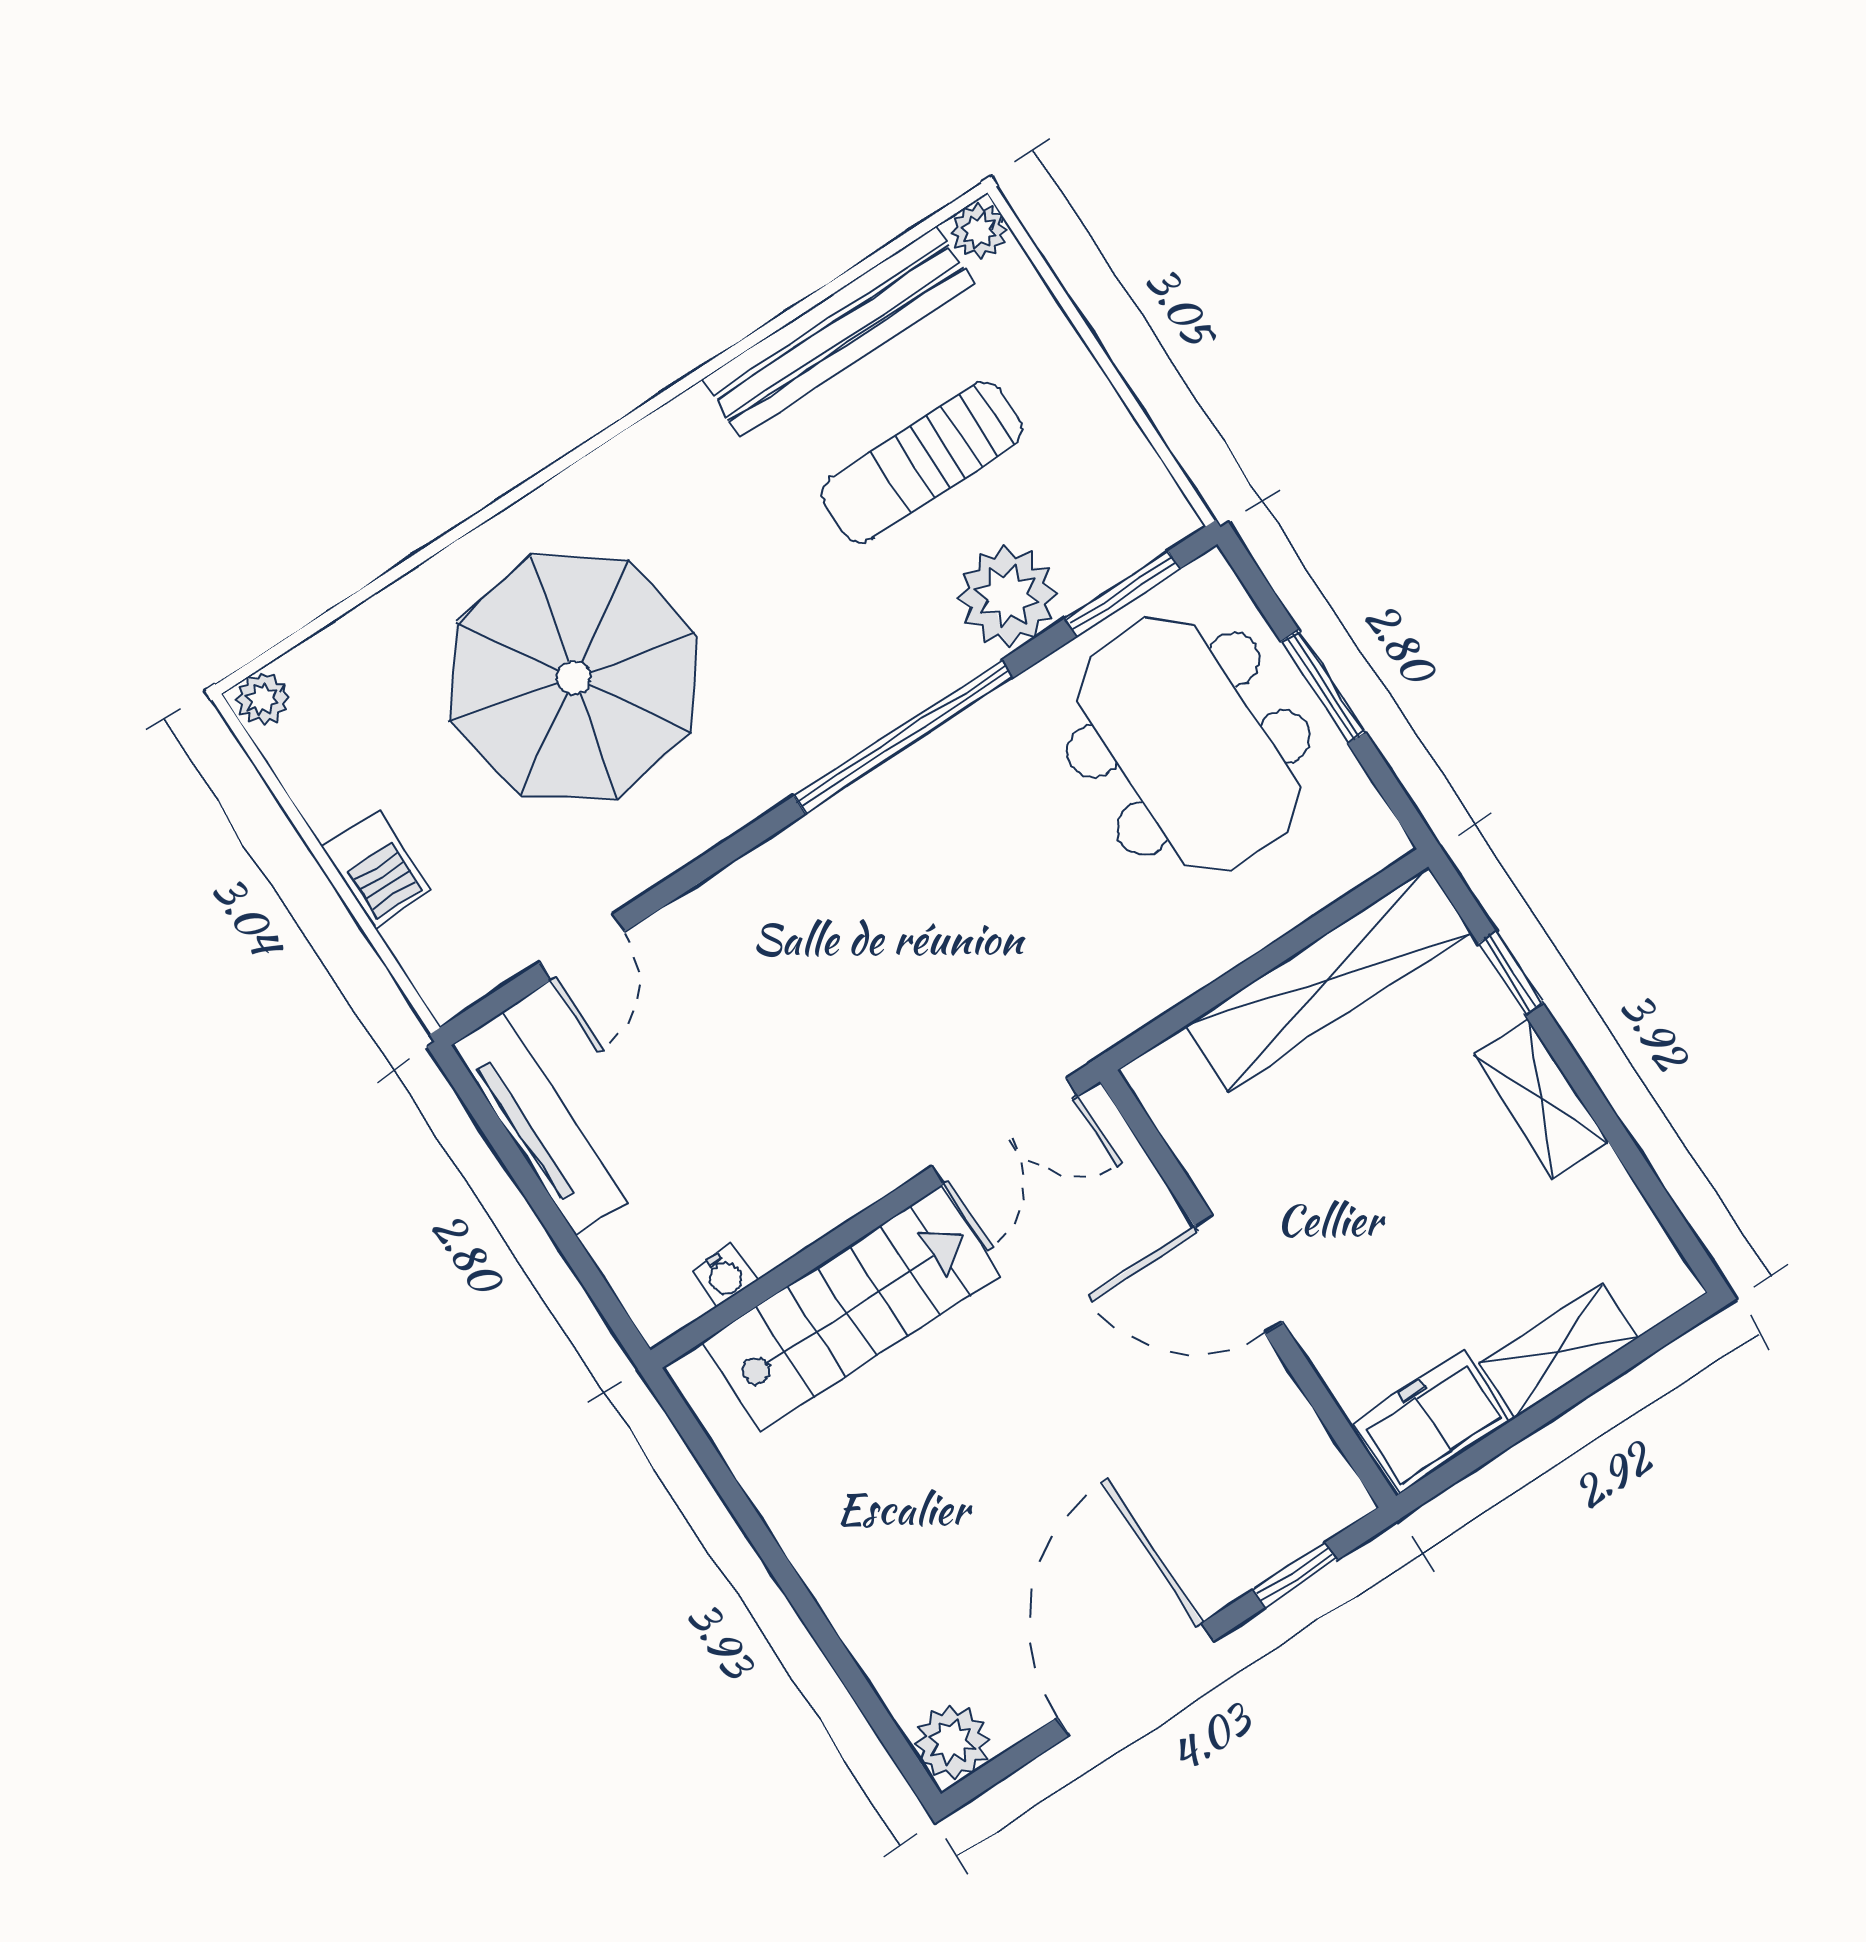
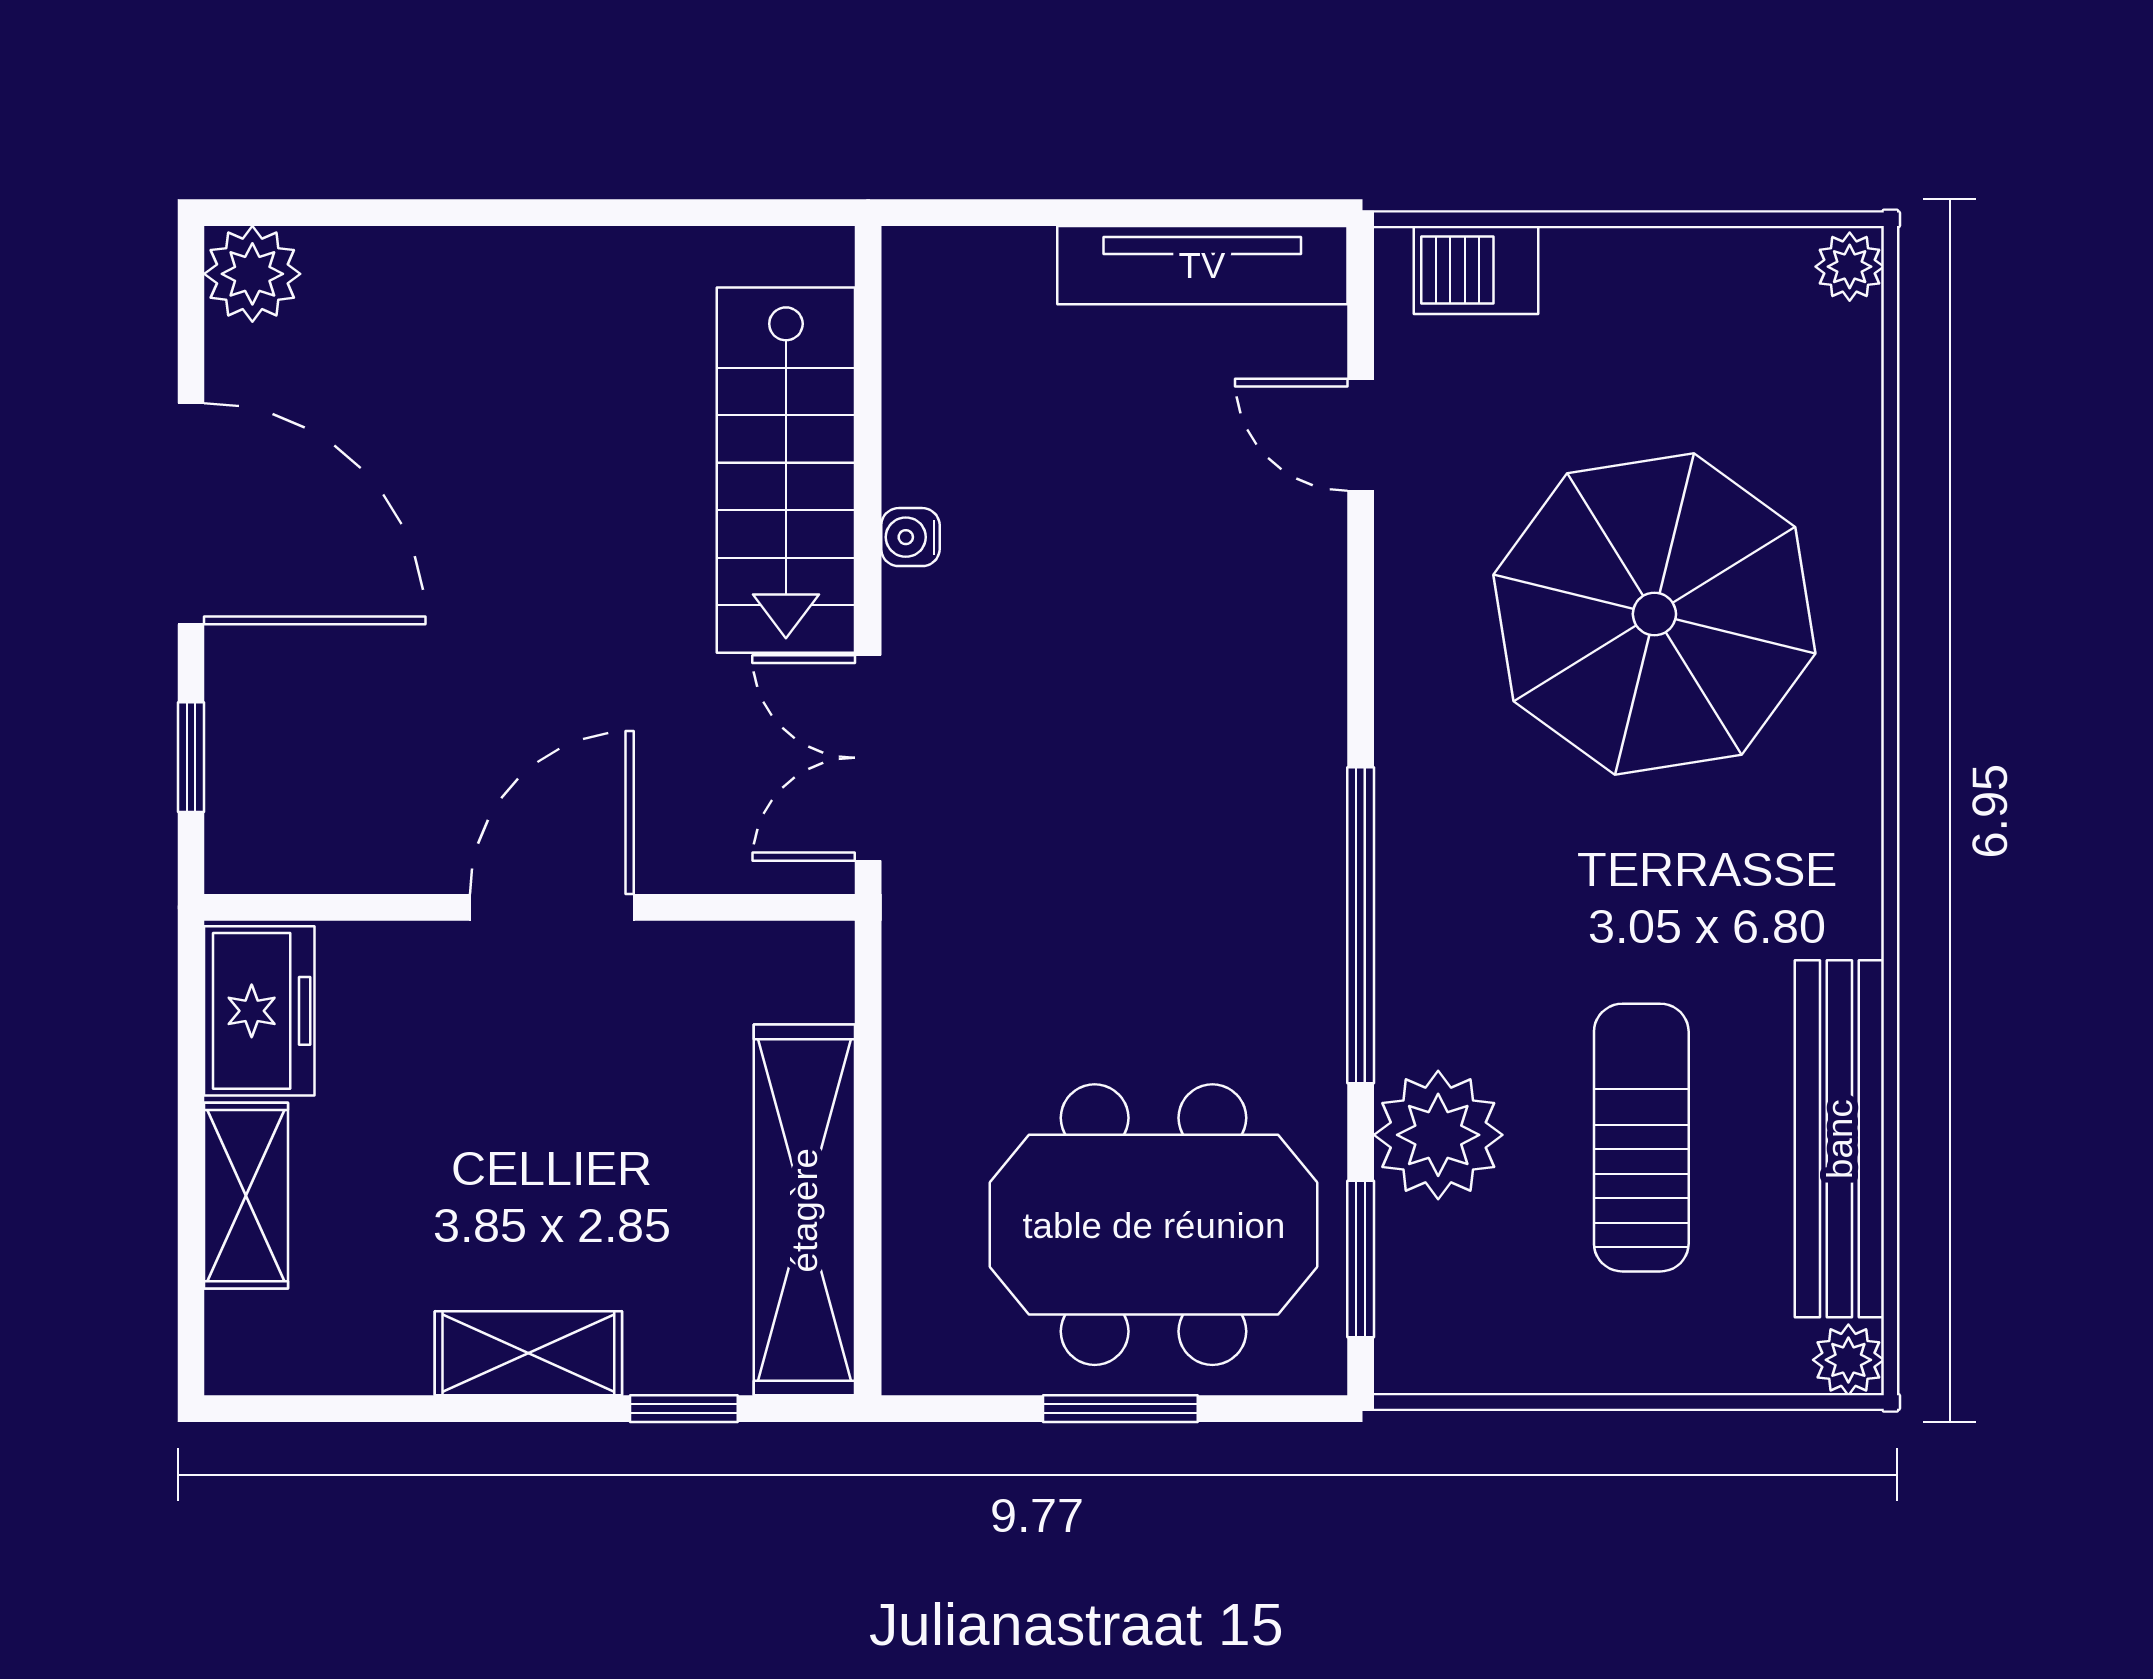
barbecue: (377, 868) -> (1476, 270), moved
water cooler: (724, 1275) -> (910, 537), moved

